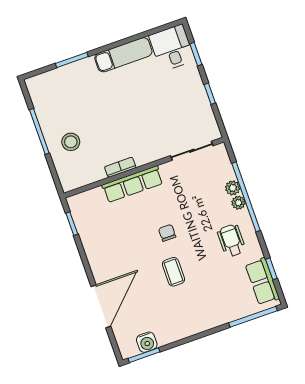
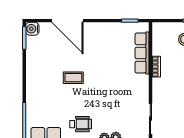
row of seats: (133, 184) -> (142, 53), moved
chair: (167, 233) -> (101, 83), removed
water cooler: (147, 342) -> (32, 29), moved

